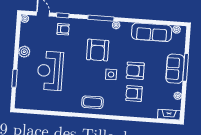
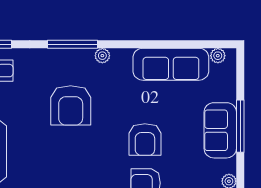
armchair: (135, 71) -> (145, 139), turned -90
side table: (111, 74) -> (99, 150), removed

